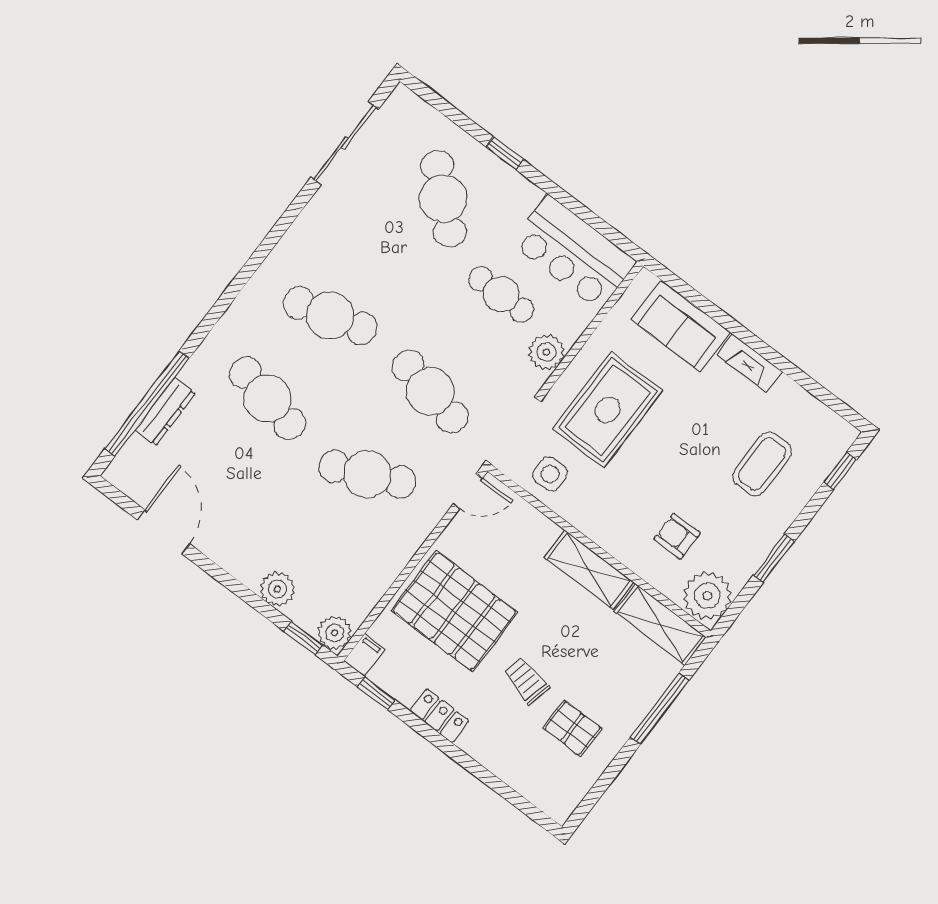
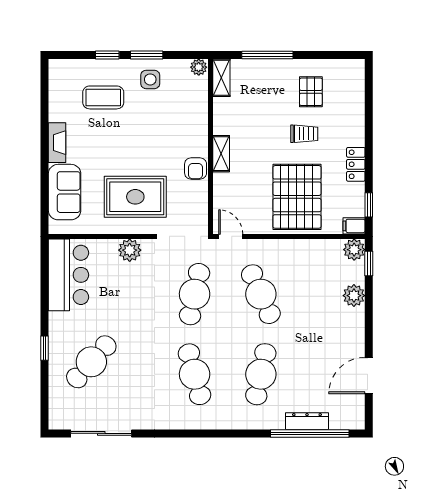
cafe table: (501, 294) -> (118, 296), removed
window: (840, 471) -> (107, 55), moved
side table: (550, 474) -> (150, 79), moved
armchair: (677, 536) -> (196, 169), moved
shelving: (589, 570) -> (221, 154), width x0.67, depth x0.75
plant: (707, 596) -> (199, 67), width x0.53, depth x0.53
shelving: (660, 624) -> (221, 78), width x0.67, depth x0.75
trolley: (526, 680) -> (304, 134), turned -103

